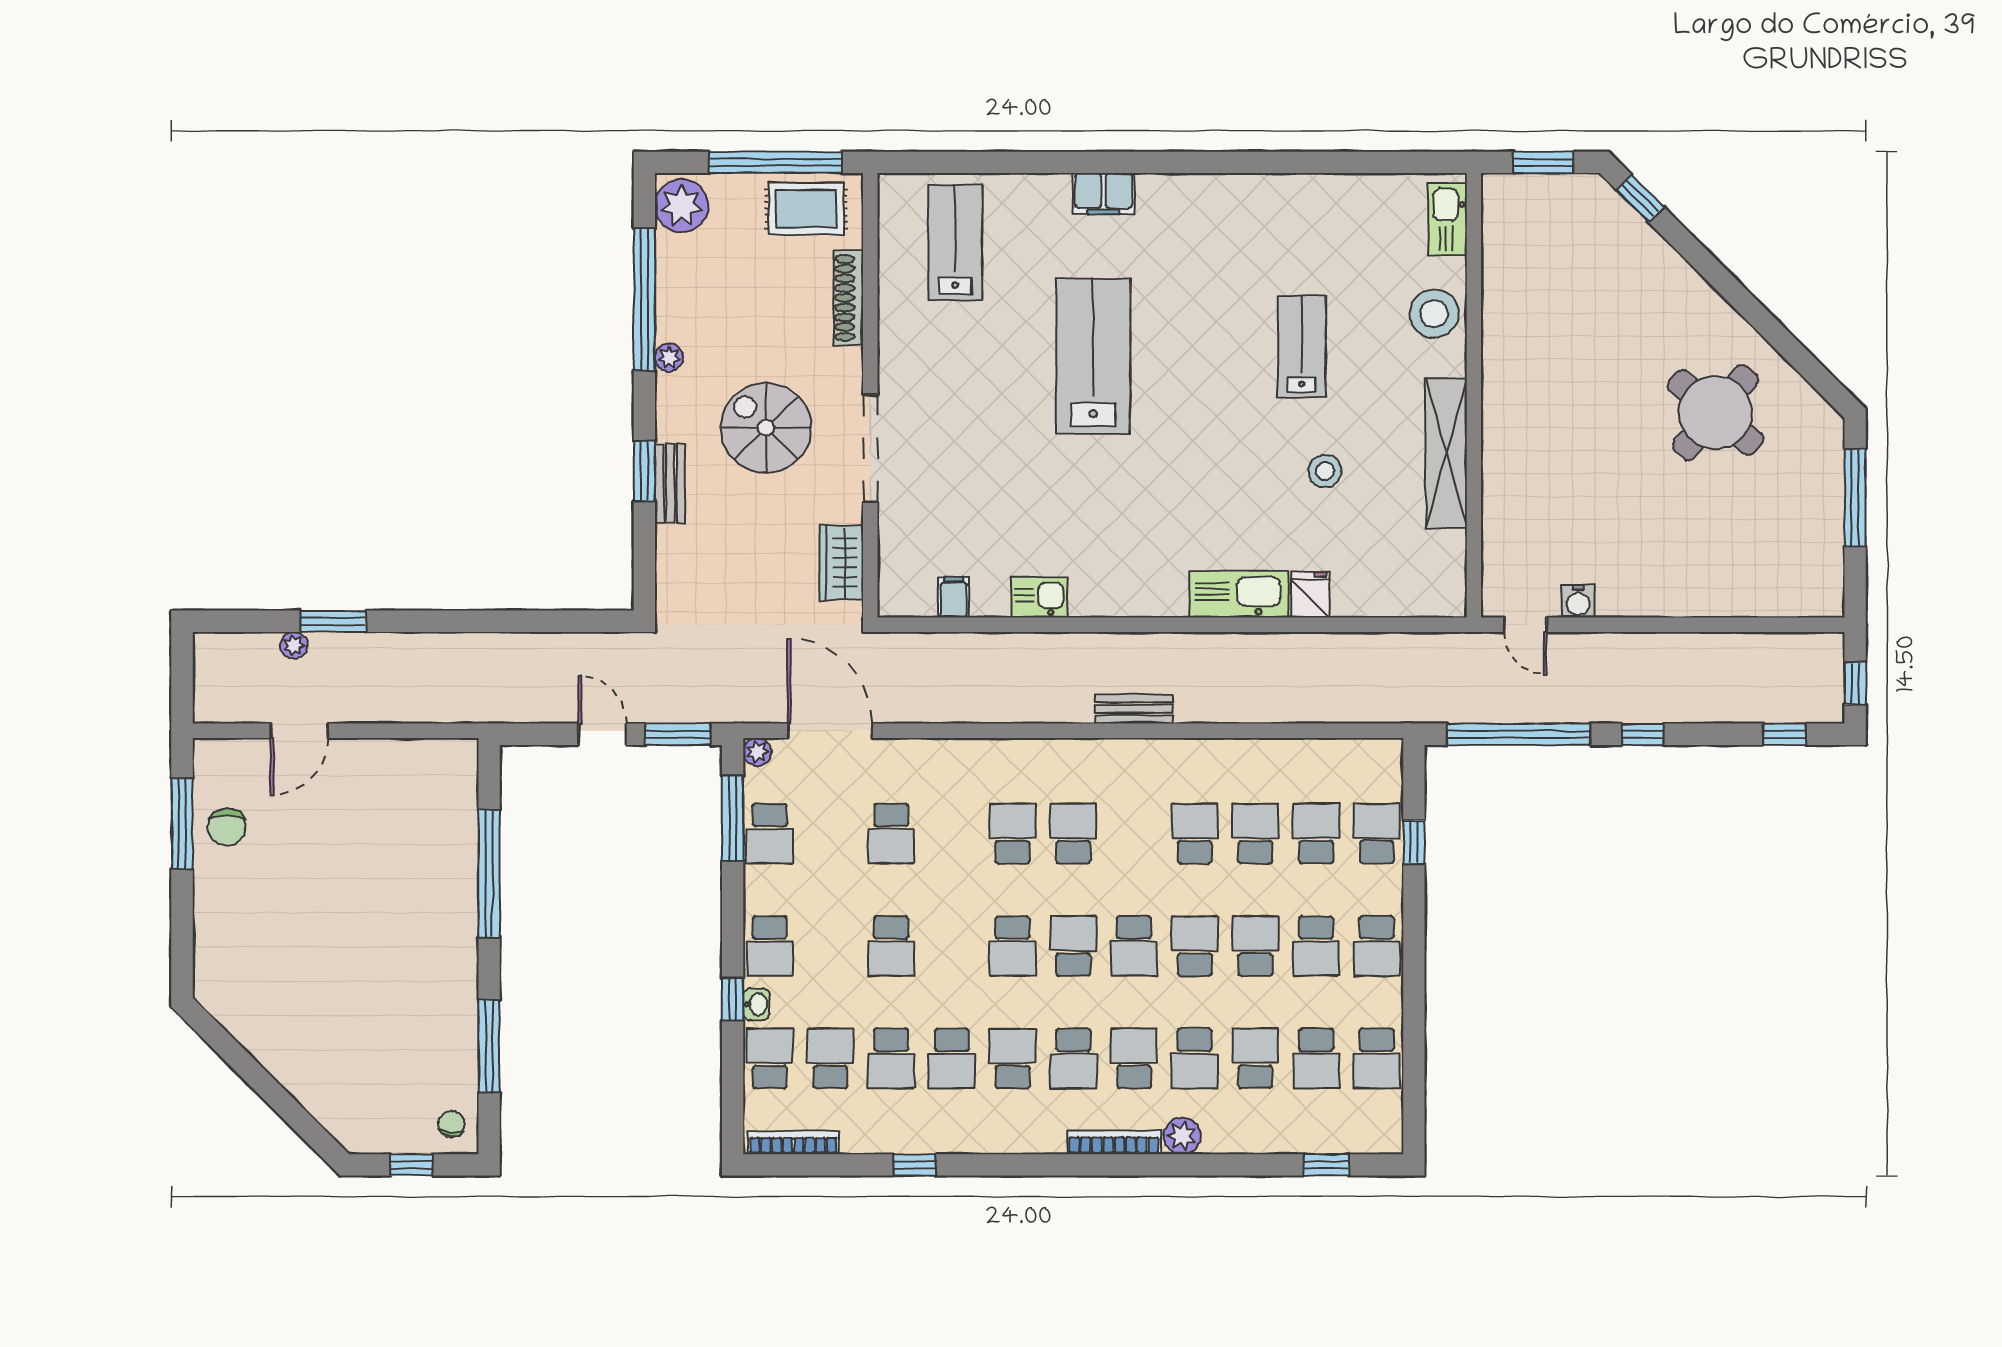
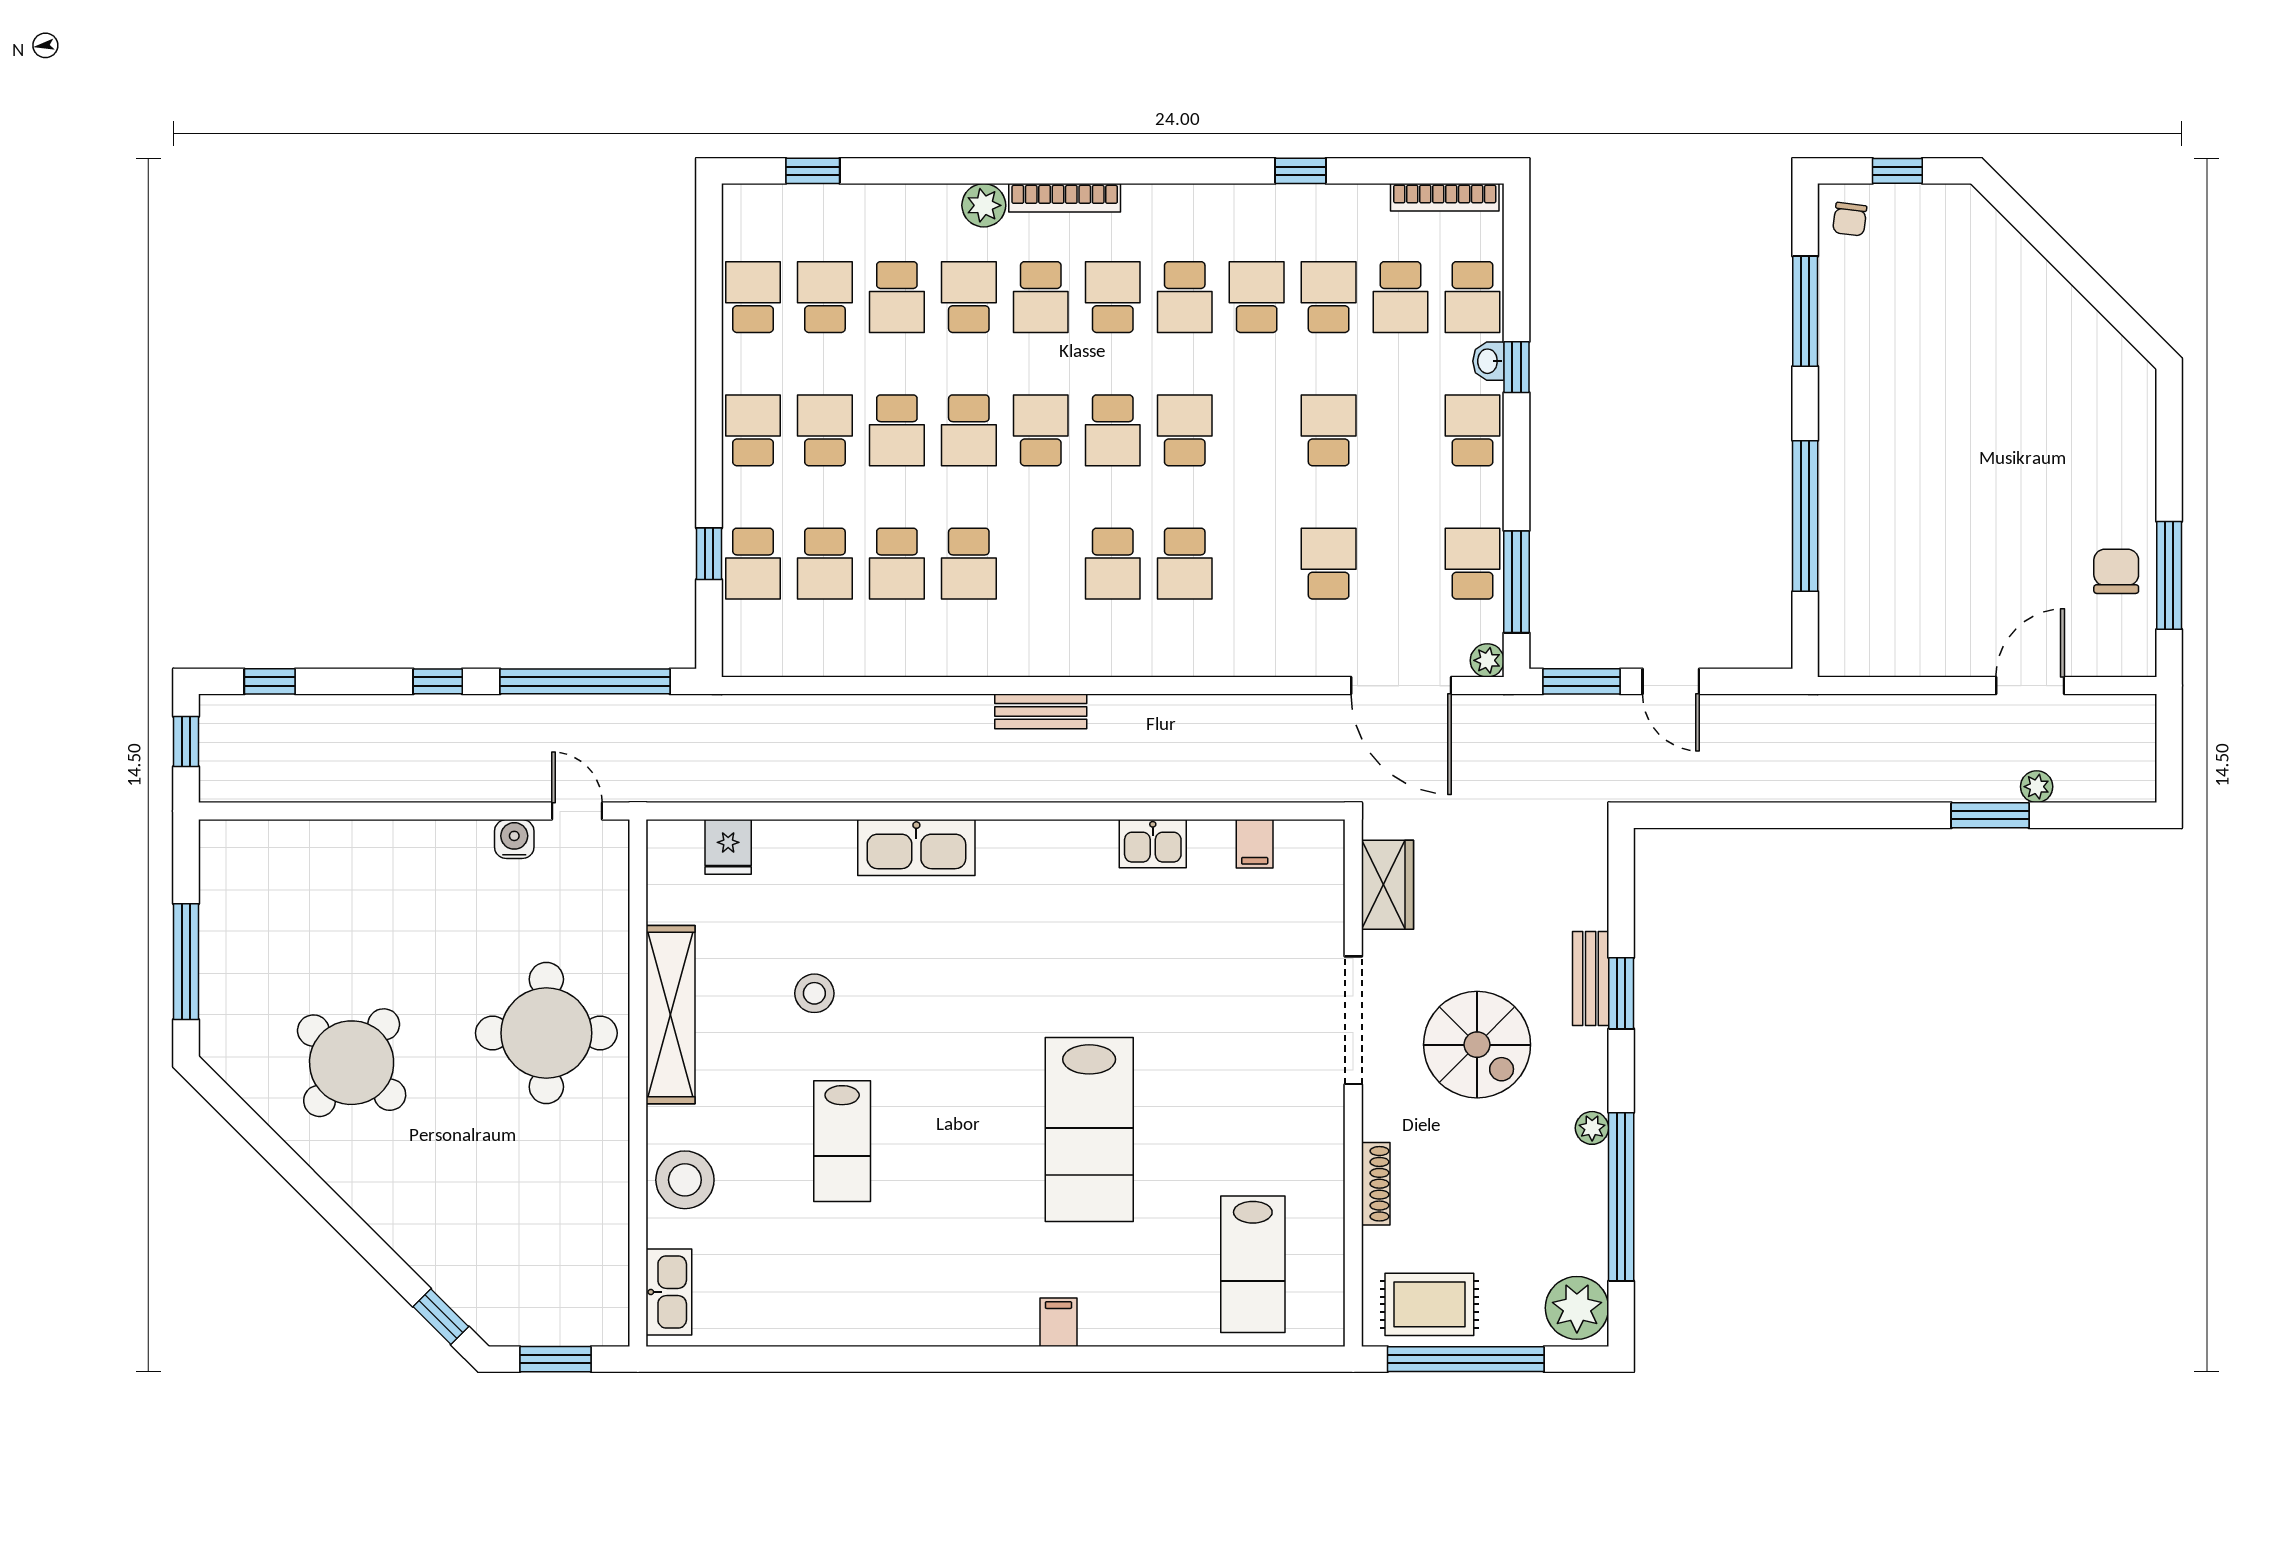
filing cabinet: (1104, 194) -> (1058, 1322), width x0.50
shoe rack: (849, 298) -> (1376, 1184), width x0.74, depth x0.81
round table: (1551, 438) -> (546, 1033), added
fridge: (1310, 595) -> (728, 847), moved

